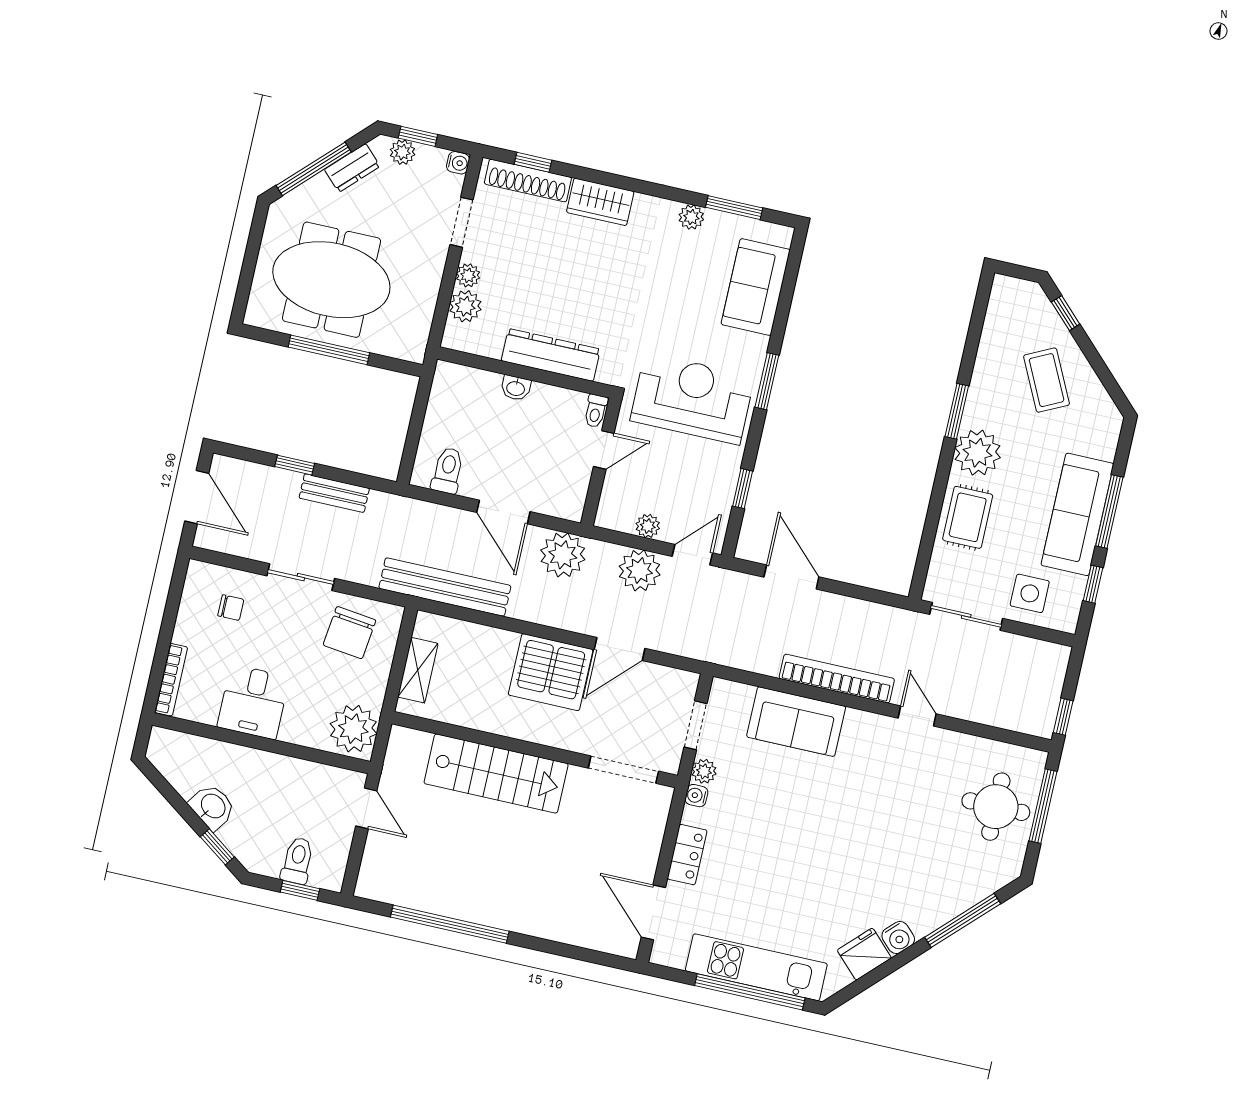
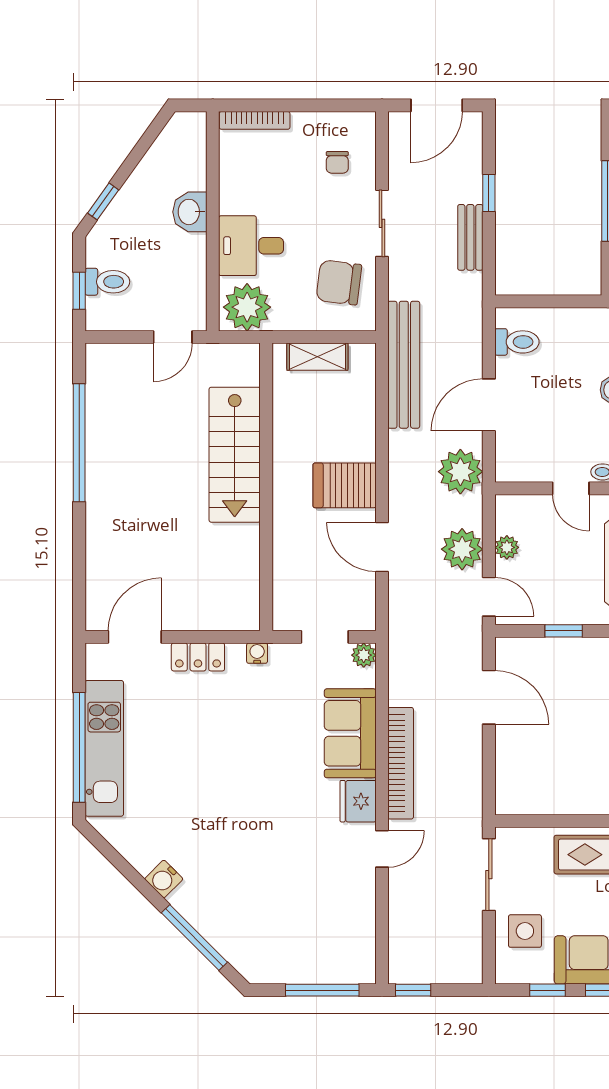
door: (791, 577) -> (489, 697), hinge flipped
server rack: (551, 672) -> (345, 485), width x0.62
desk: (253, 702) -> (251, 246), moved
doorway: (623, 770) -> (266, 577), removed
plant: (704, 771) -> (364, 655), moved
washbasin: (212, 807) -> (190, 212), moved, turned 144
round table: (996, 807) -> (312, 945), removed
fridge: (864, 954) -> (358, 801), moved, turned -135

